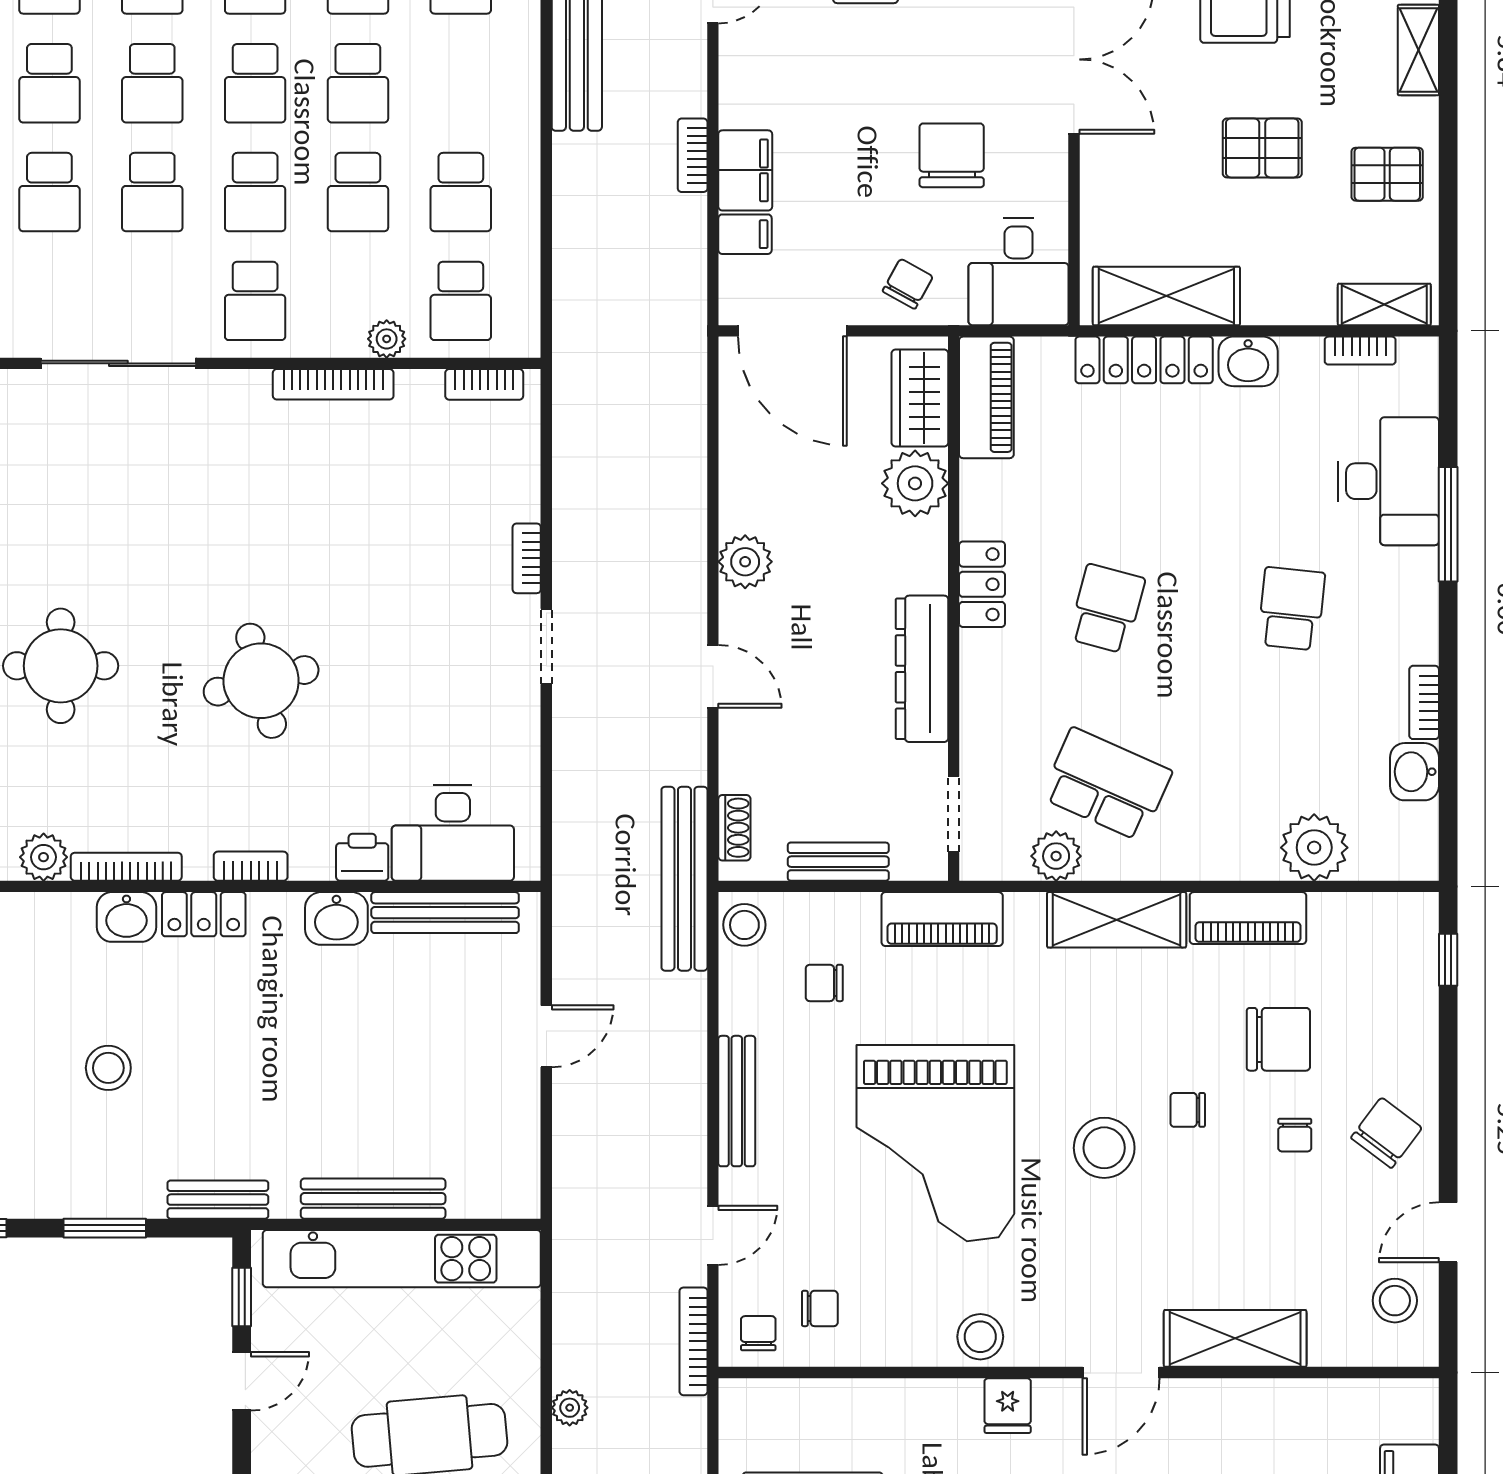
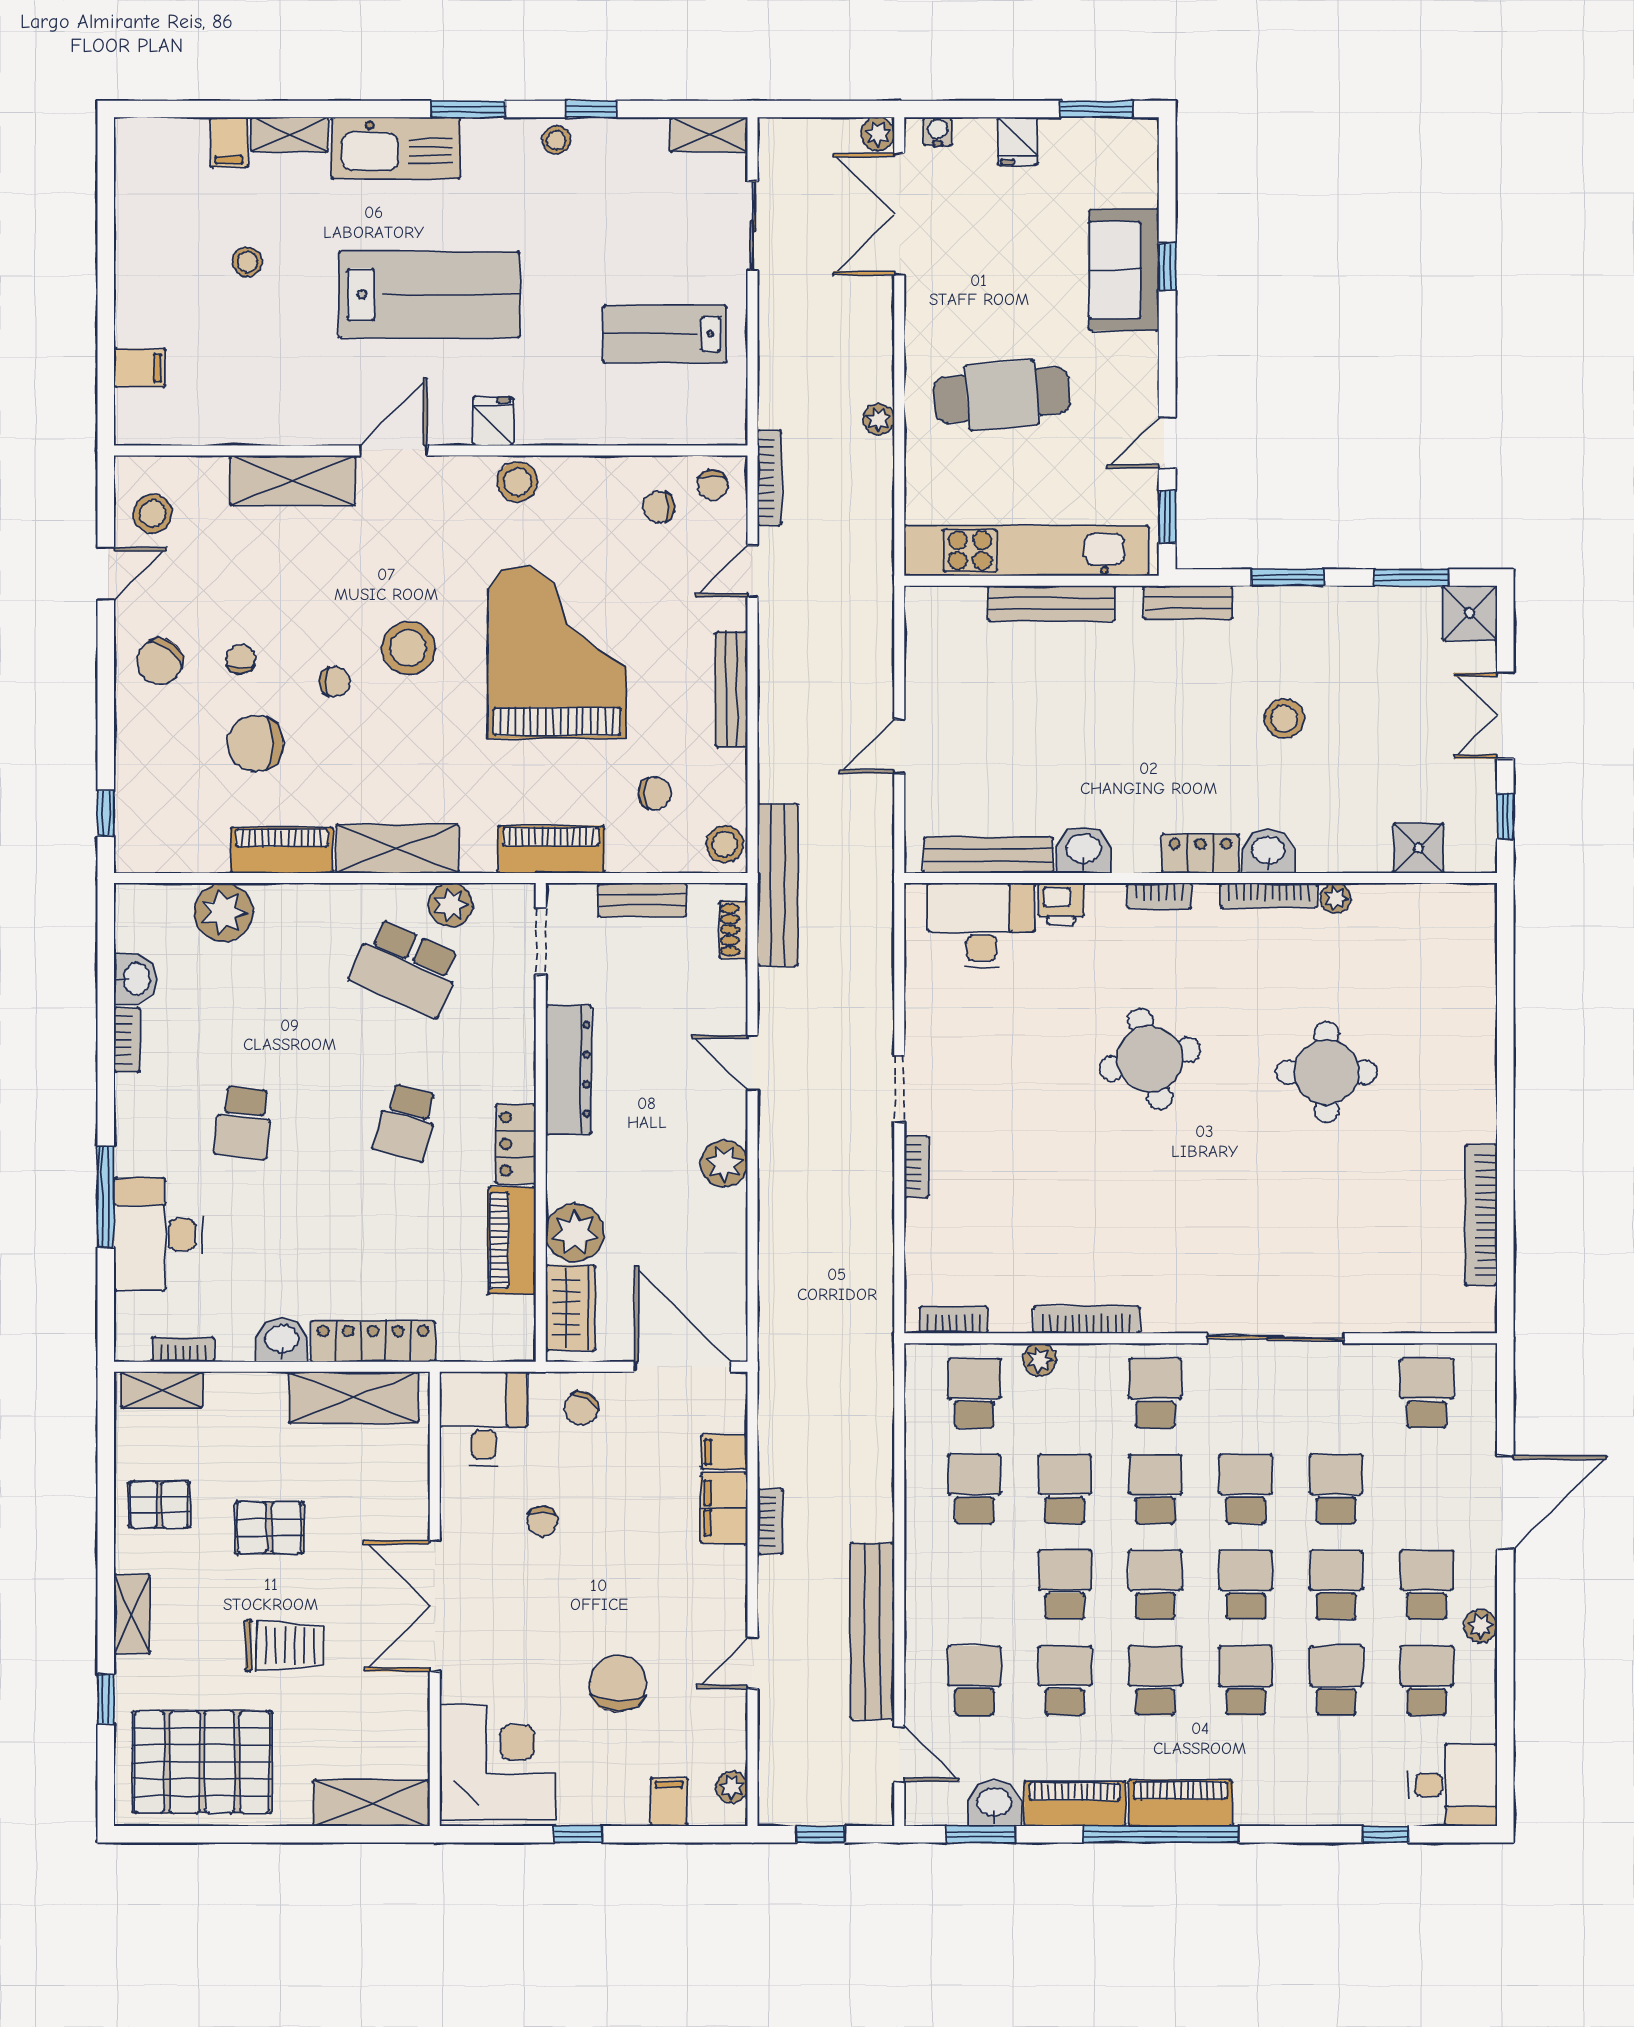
chair: (952, 155) -> (542, 1521), width x0.54, depth x0.54
piano: (986, 397) -> (512, 1241), moved
plant: (44, 857) -> (1336, 898), width x0.73, depth x0.73

